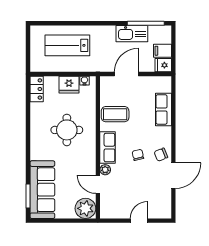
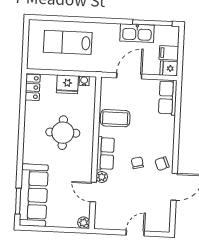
row of seats: (163, 109) -> (168, 98), moved
plant: (85, 208) -> (84, 223), width x0.53, depth x0.53

